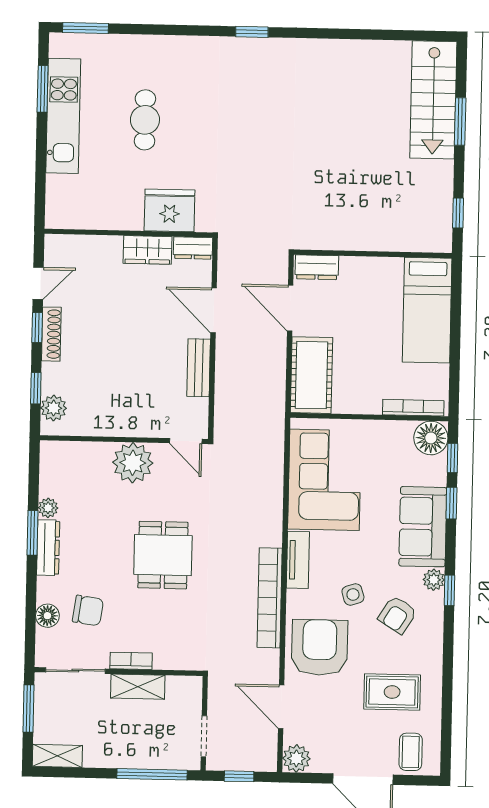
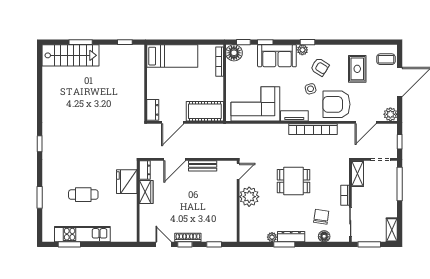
window: (85, 28) -> (40, 197), moved
plant: (54, 408) -> (224, 236), removed
shelving: (138, 687) -> (357, 174), moved

